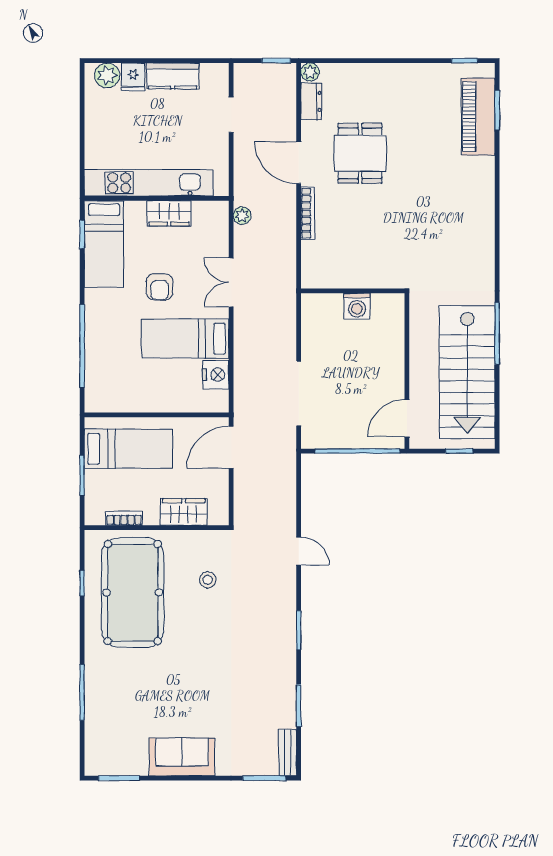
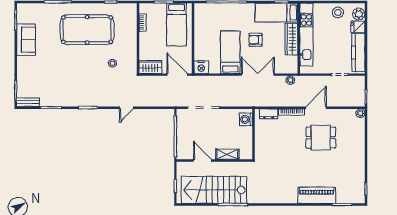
kitchen counter: (173, 76) -> (358, 52), width x1.50
dresser: (311, 101) -> (269, 114), moved
piano: (478, 117) -> (317, 195), moved
stool: (104, 118) -> (338, 13), added
wardrobe: (169, 213) -> (291, 39), width x1.50
double door: (231, 282) -> (258, 75), width x1.37
washing machine: (357, 306) -> (246, 119), moved
shelving: (394, 345) -> (227, 154), added
nightstand: (216, 375) -> (201, 67), moved
door: (407, 418) -> (203, 161), moved
wardrobe: (184, 512) -> (150, 67), moved, turned -90
pool table: (133, 593) -> (87, 30), moved
sofa: (182, 757) -> (26, 40), moved

